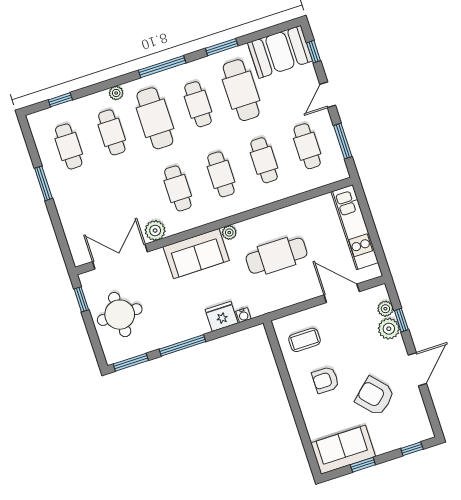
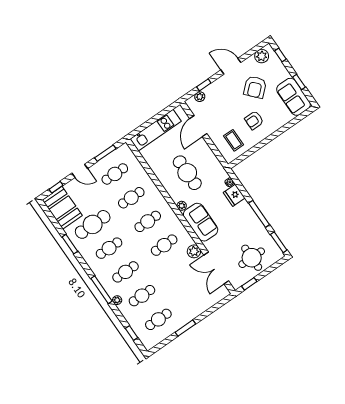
window: (162, 67) -> (102, 290), moved
cafe table: (155, 118) -> (126, 272), width x0.73, depth x0.74
plant: (389, 329) -> (262, 56), moved
armchair: (325, 380) -> (254, 120), turned 90

